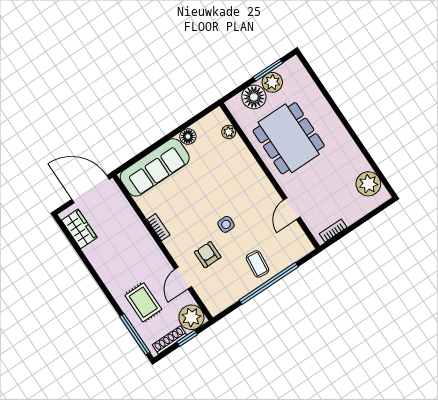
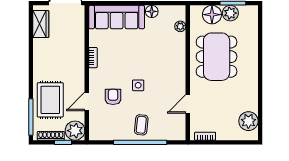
rug: (143, 302) -> (50, 100), width x1.36, depth x1.43

